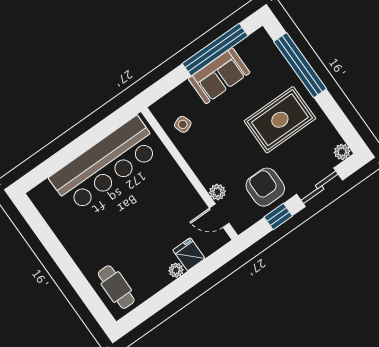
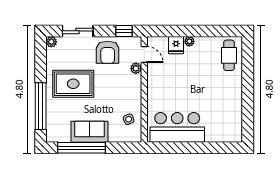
bar counter: (105, 164) -> (177, 127), width x0.73
window: (278, 216) -> (124, 31), moved

